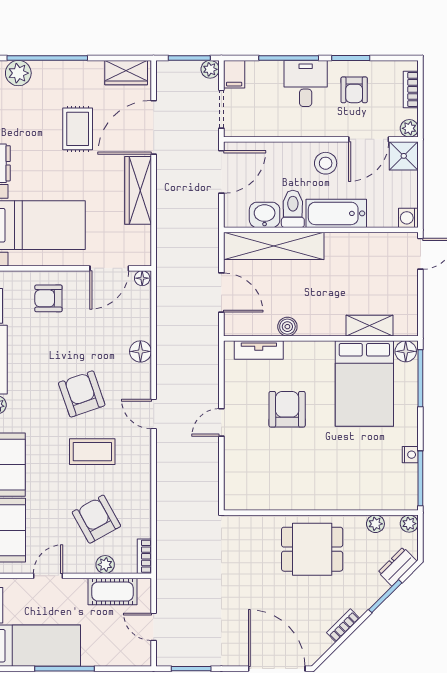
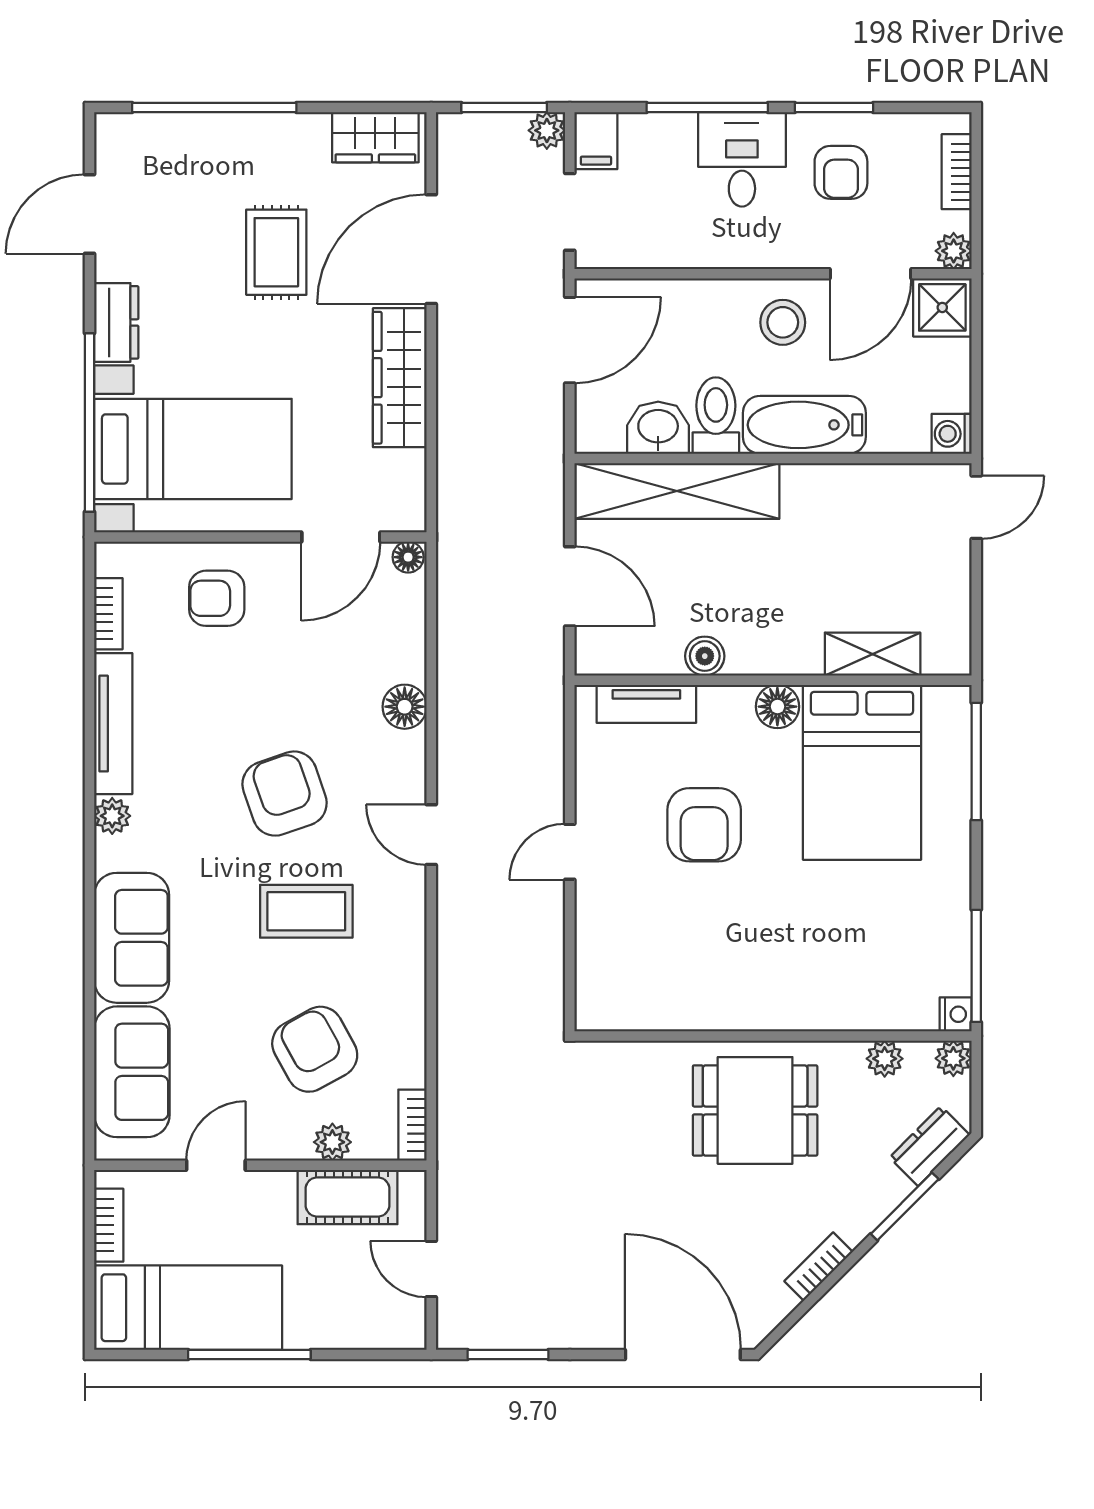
plant: (18, 73) -> (155, 138), removed
floor lamp: (406, 351) -> (777, 707), moved
armchair: (287, 409) -> (704, 825), turned 180
nightstand: (410, 455) -> (956, 1014), moved

